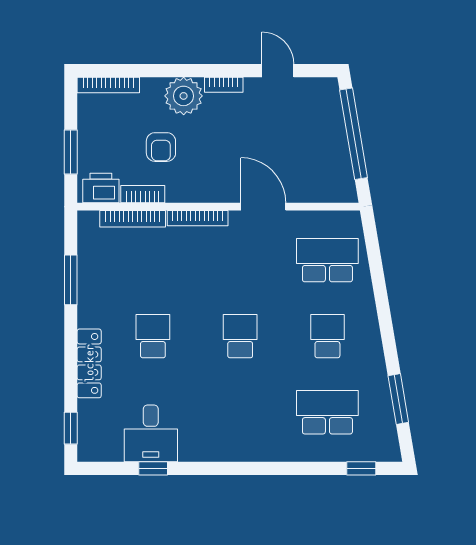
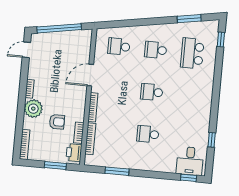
door: (278, 71) -> (26, 50), moved
school desk: (327, 260) -> (119, 47), width x0.54
locker: (89, 363) -> (158, 166), removed
desk: (151, 433) -> (190, 161), moved, turned 90

